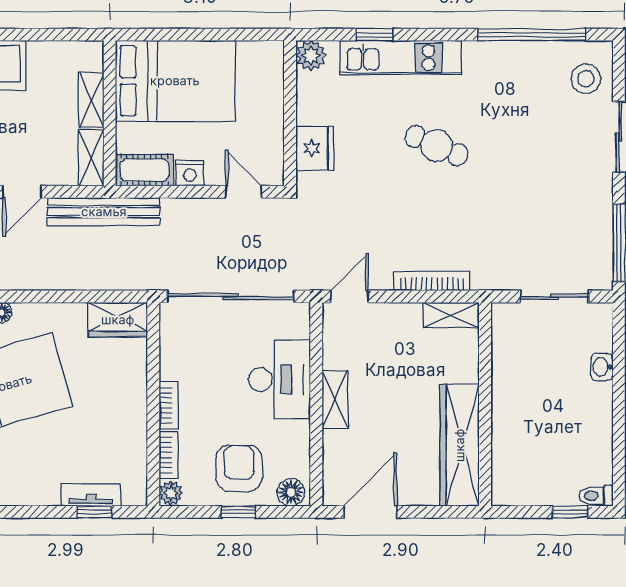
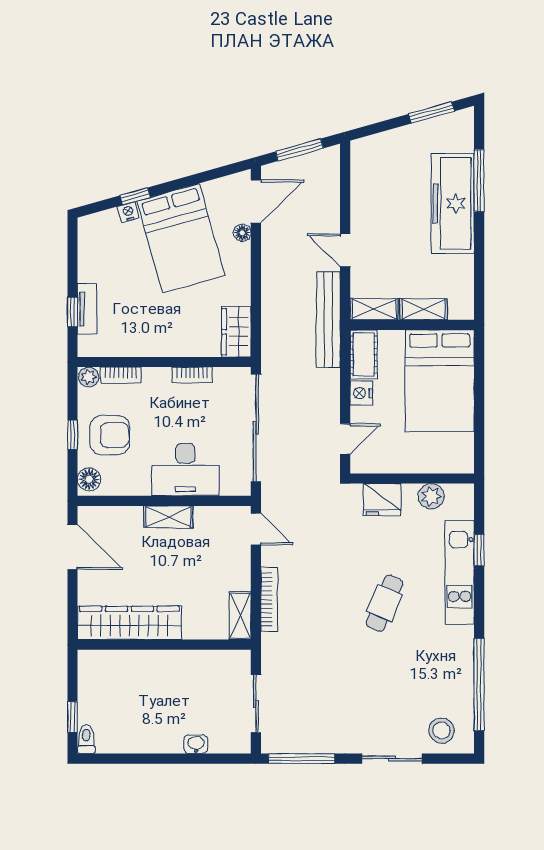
plant: (311, 56) -> (431, 496), moved
bookcase: (169, 405) -> (192, 375), moved

